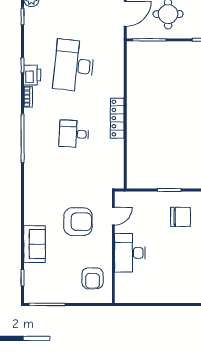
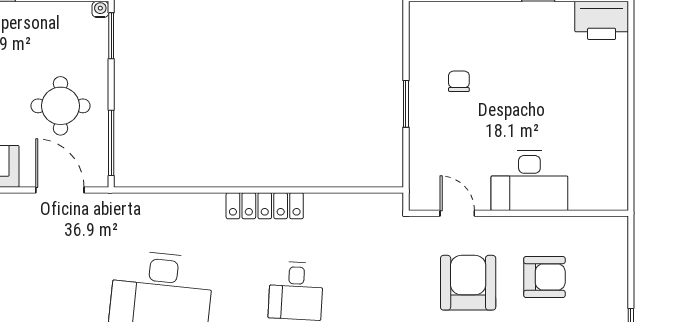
chair: (181, 217) -> (459, 81), width x0.54, depth x0.54
armchair: (93, 278) -> (544, 277), moved

